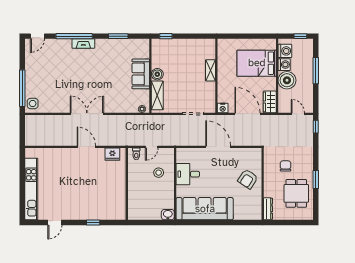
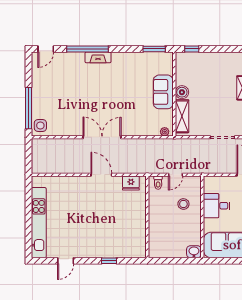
window: (118, 36) -> (154, 49), moved

